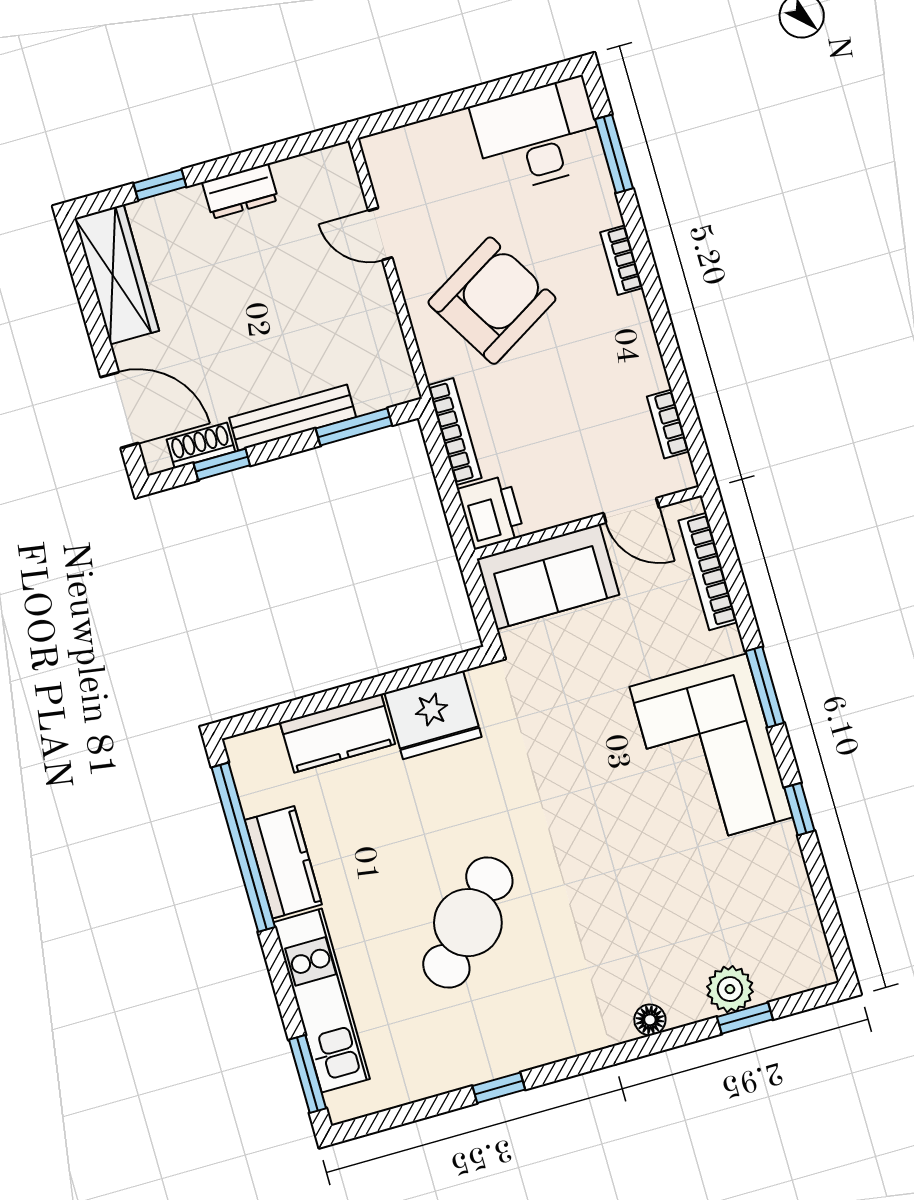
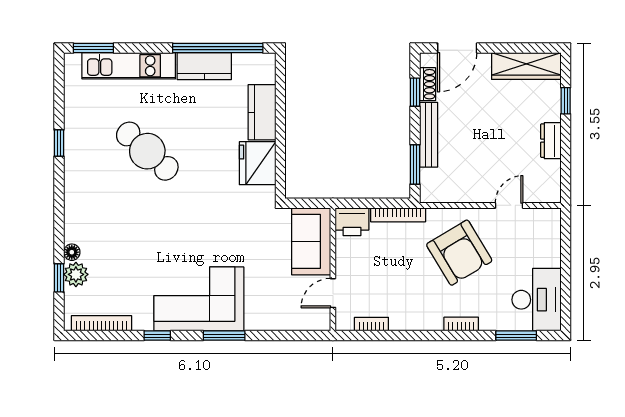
bookcase: (708, 571) -> (101, 323), moved
floor lamp: (650, 1020) -> (72, 252), moved

